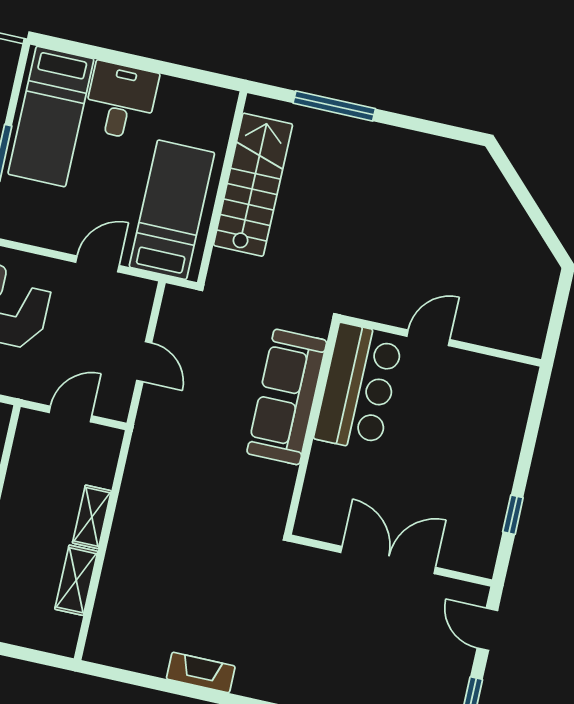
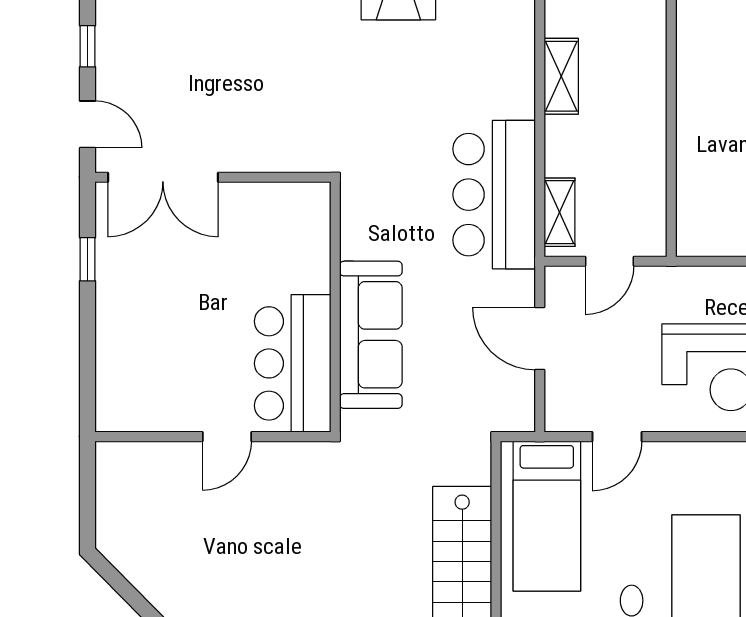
door: (144, 362) -> (540, 339), width x1.37
bar counter: (156, 493) -> (494, 195), added
shelving: (92, 517) -> (560, 212), moved
double door: (388, 560) -> (163, 177), moved

